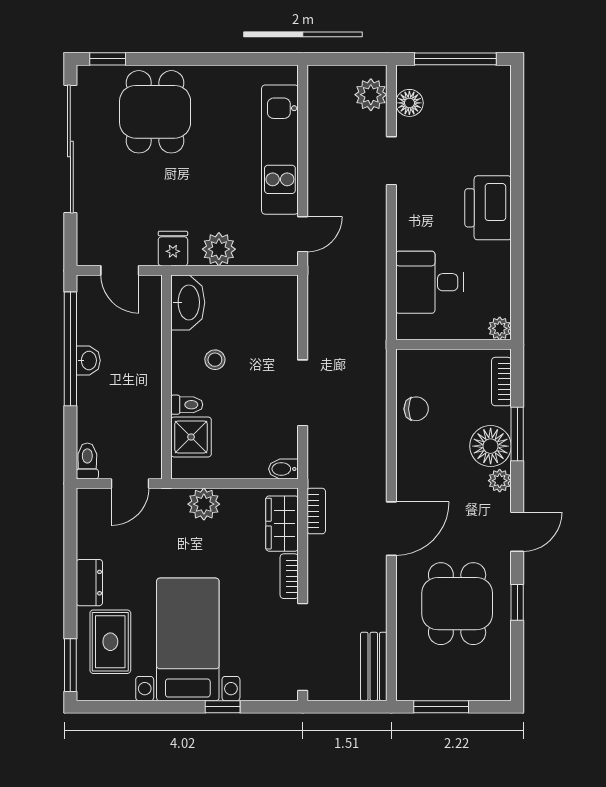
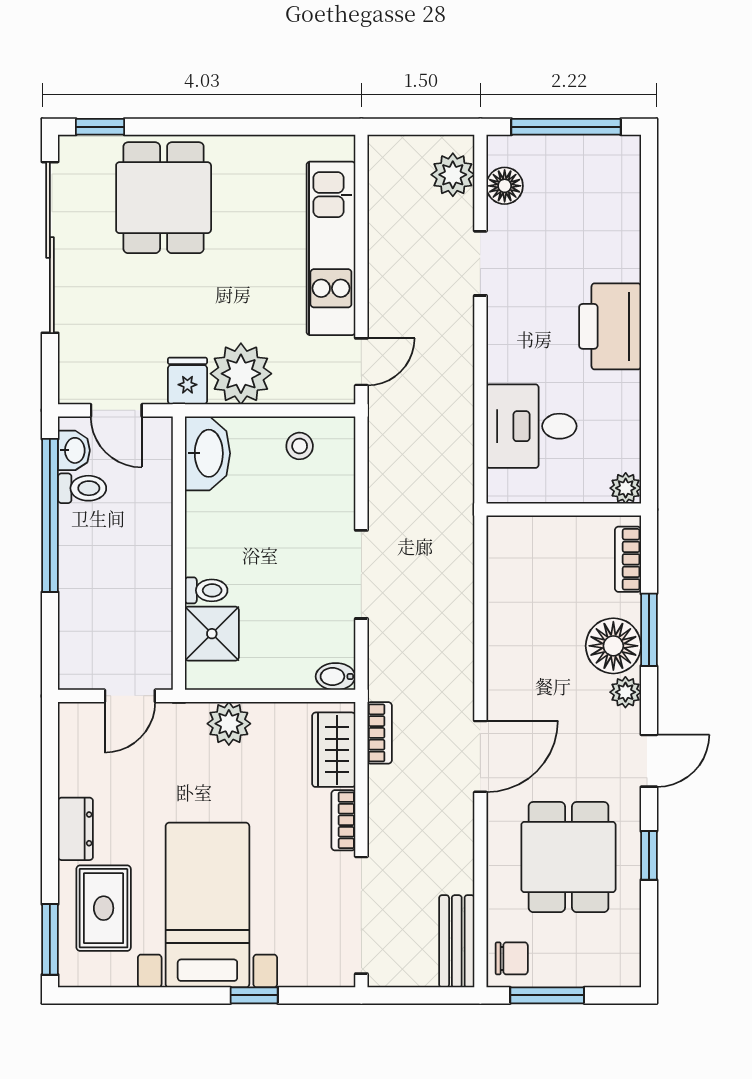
plant: (219, 249) -> (241, 374), width x1.36, depth x1.36
washbasin: (88, 360) -> (74, 450), moved
stool: (215, 360) -> (300, 446), moved
chair: (416, 409) -> (512, 958), moved
toilet: (87, 461) -> (82, 488), moved, turned 90

